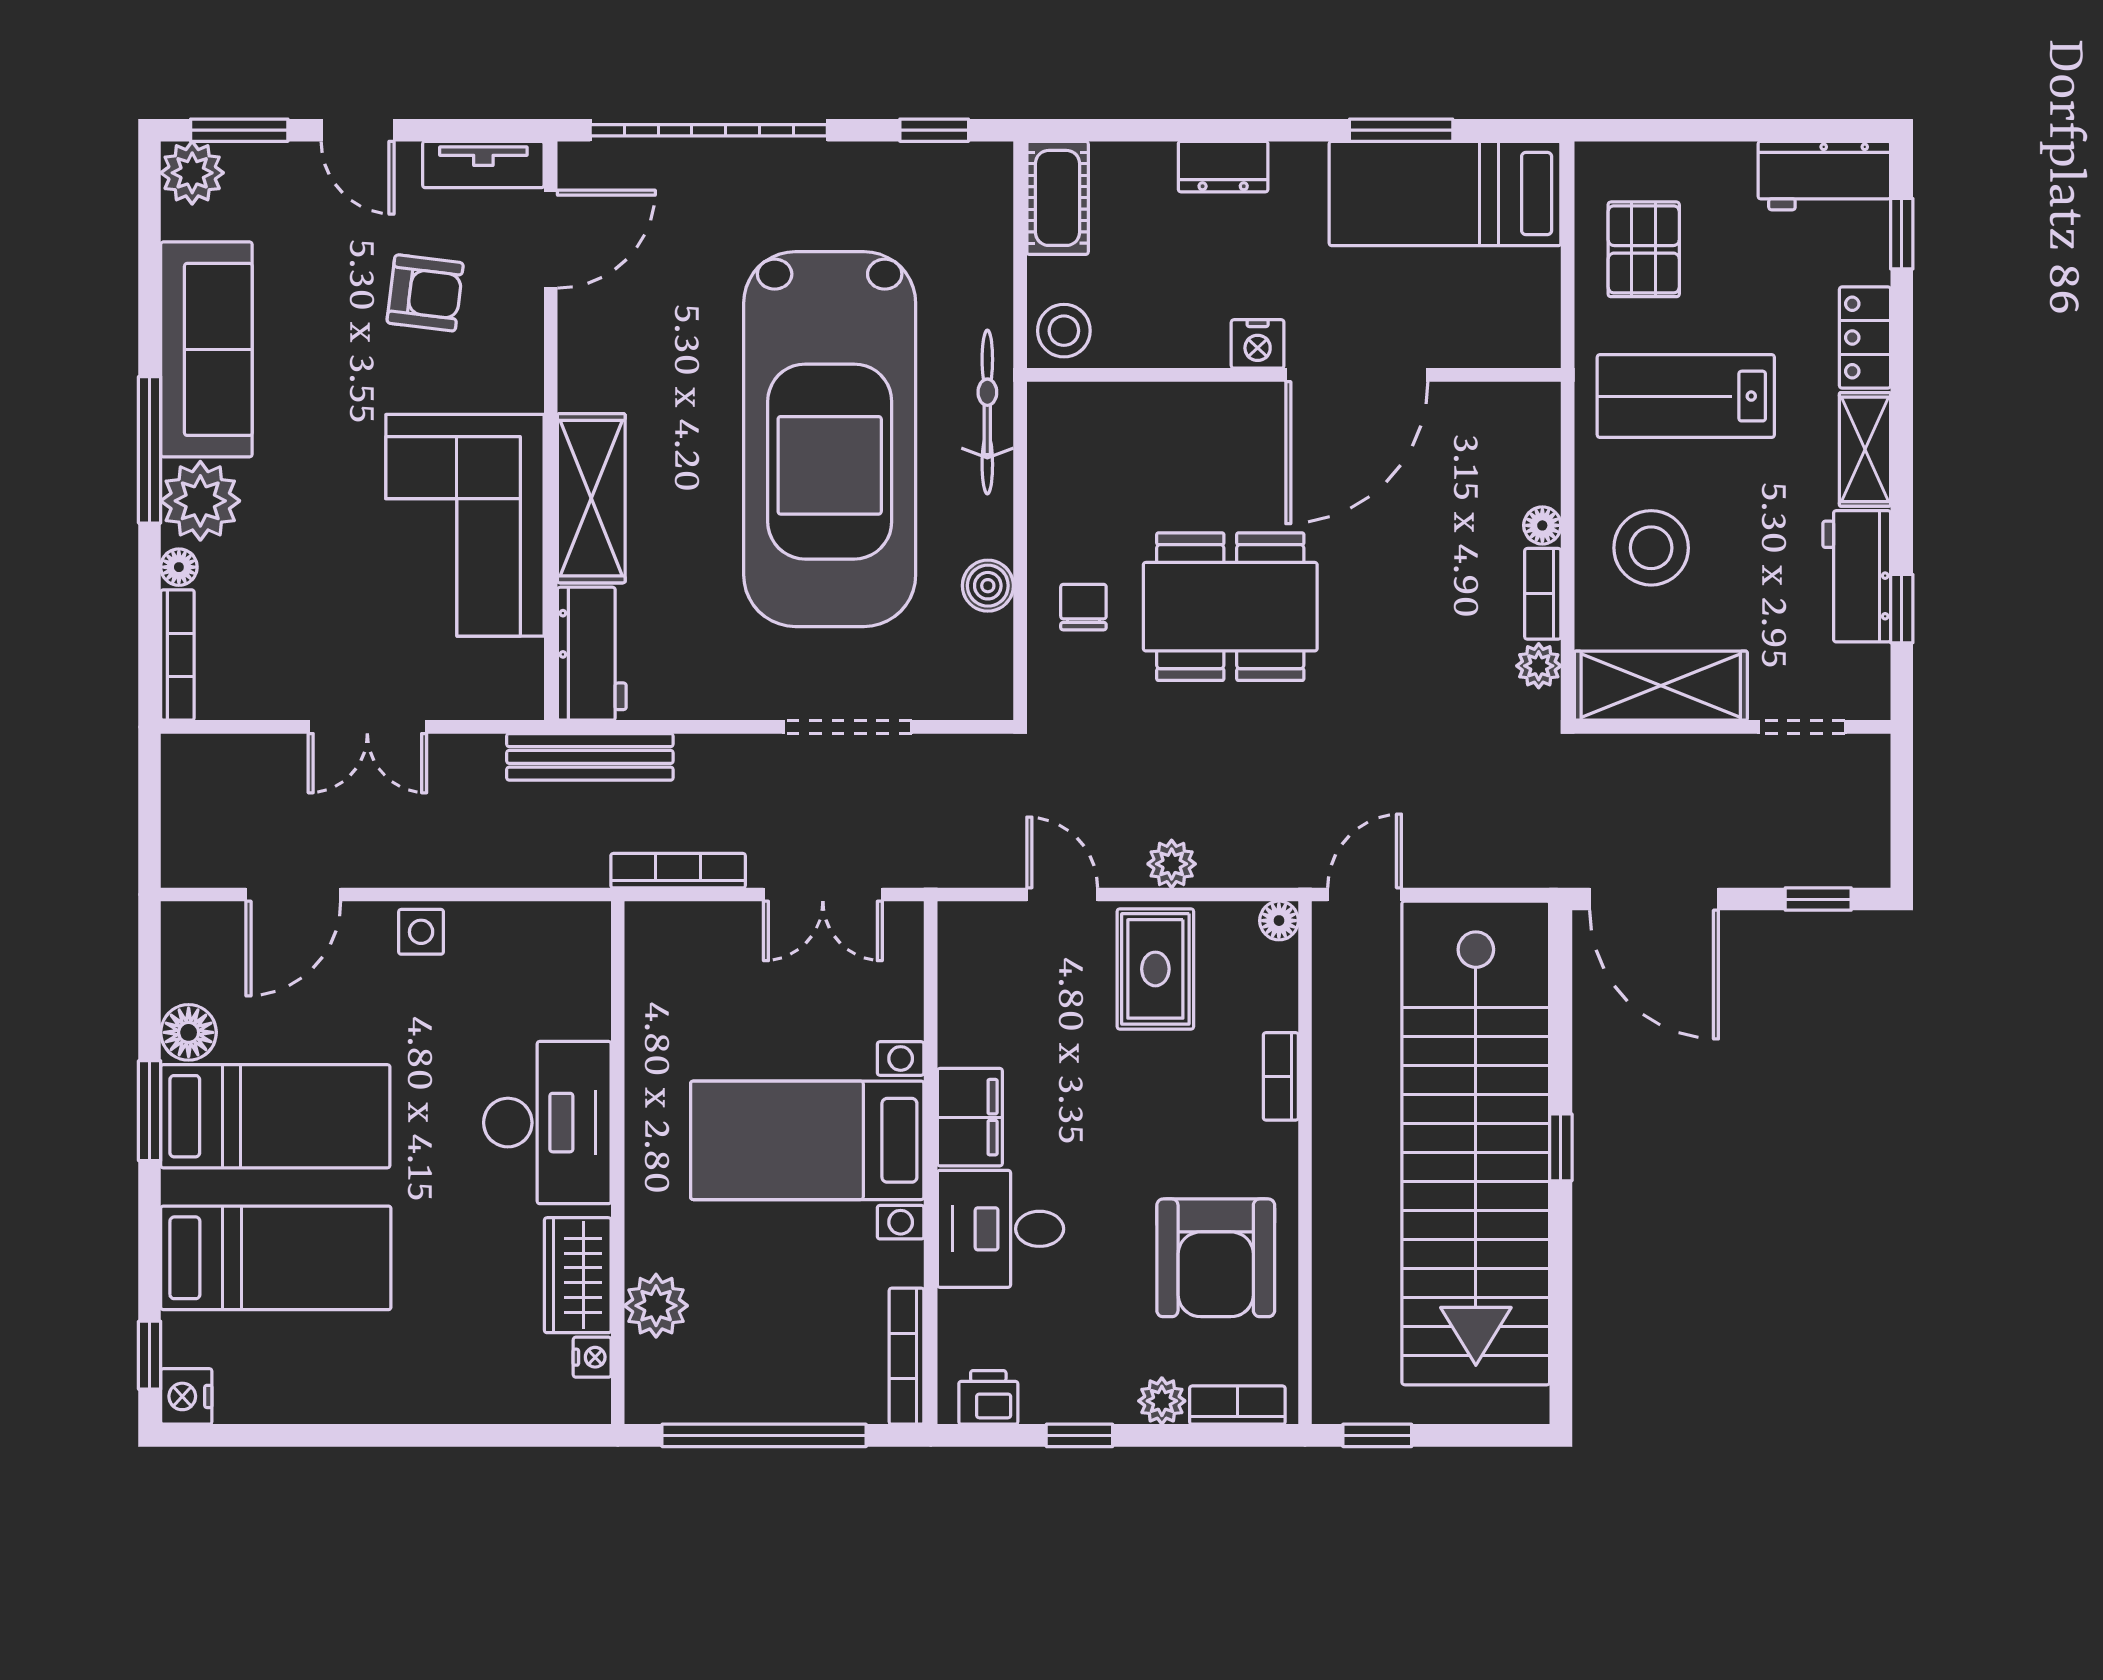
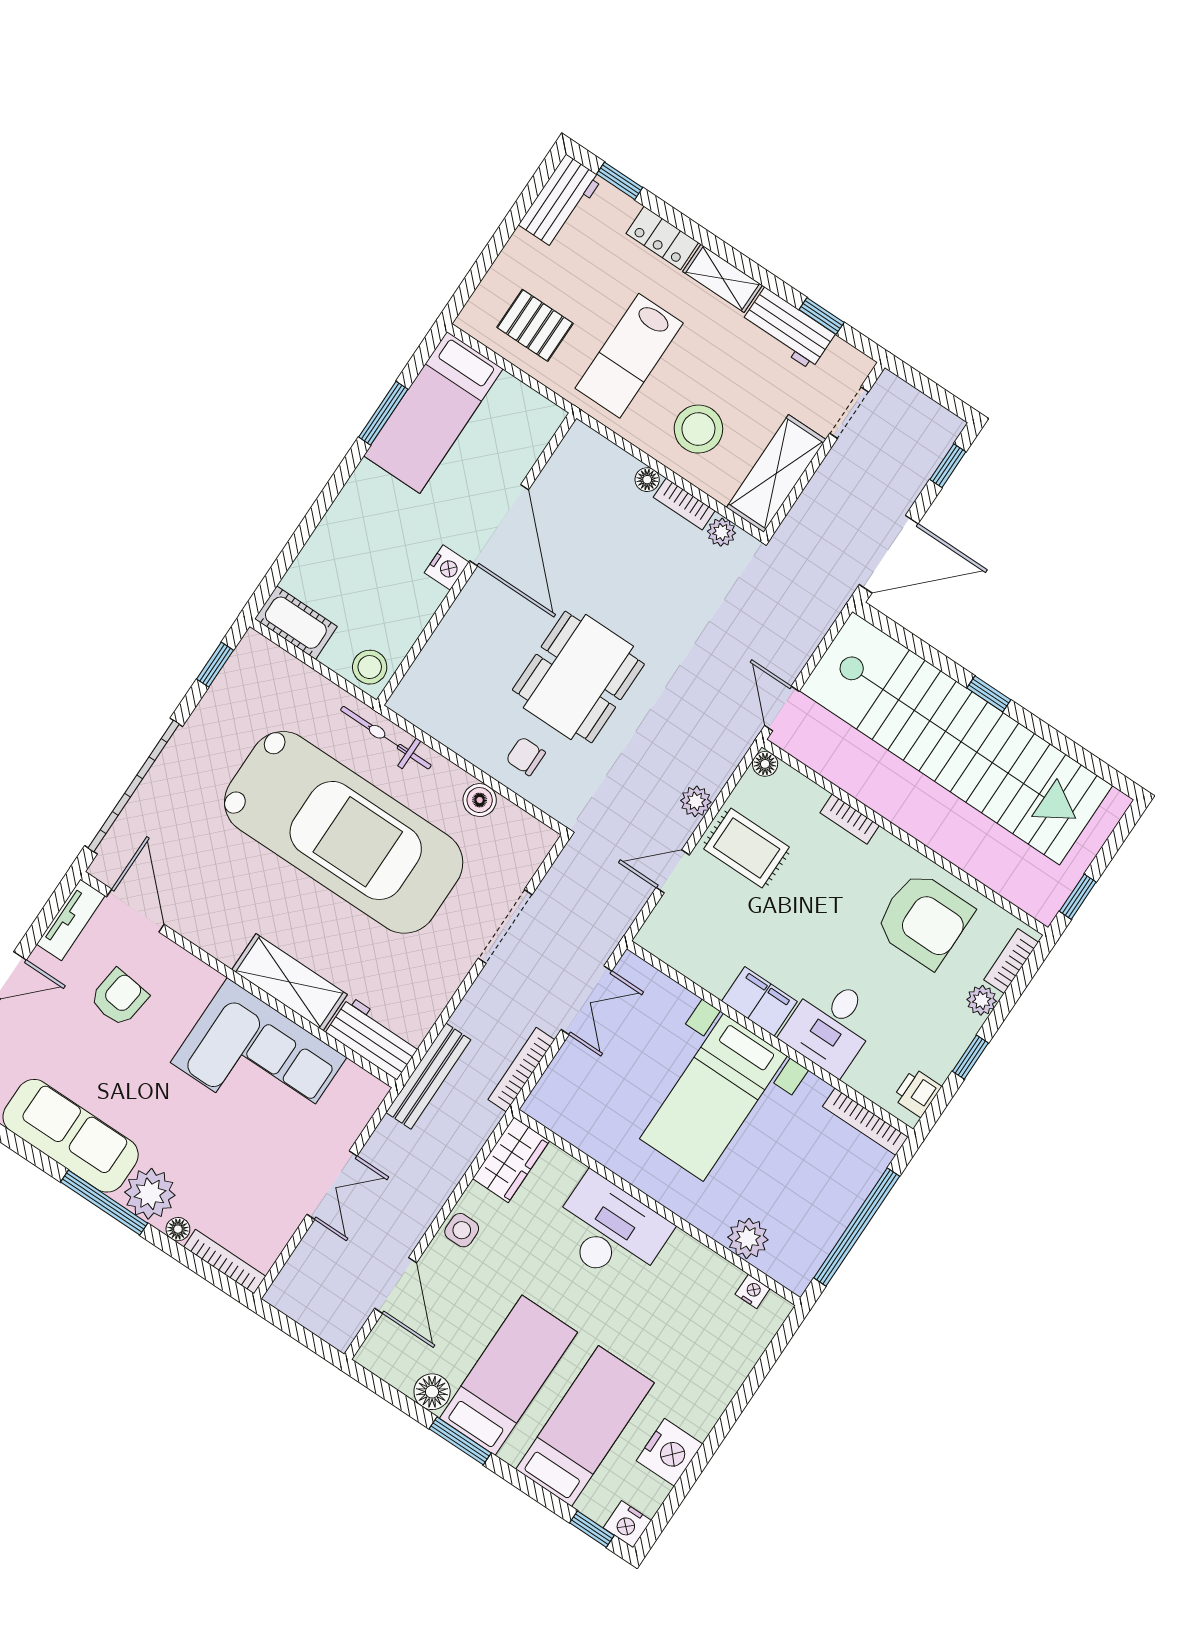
dresser: (1223, 167) -> (339, 522), removed
wardrobe: (578, 1275) -> (511, 1160), moved, turned -90
nightstand: (315, 1389) -> (670, 1452), added

